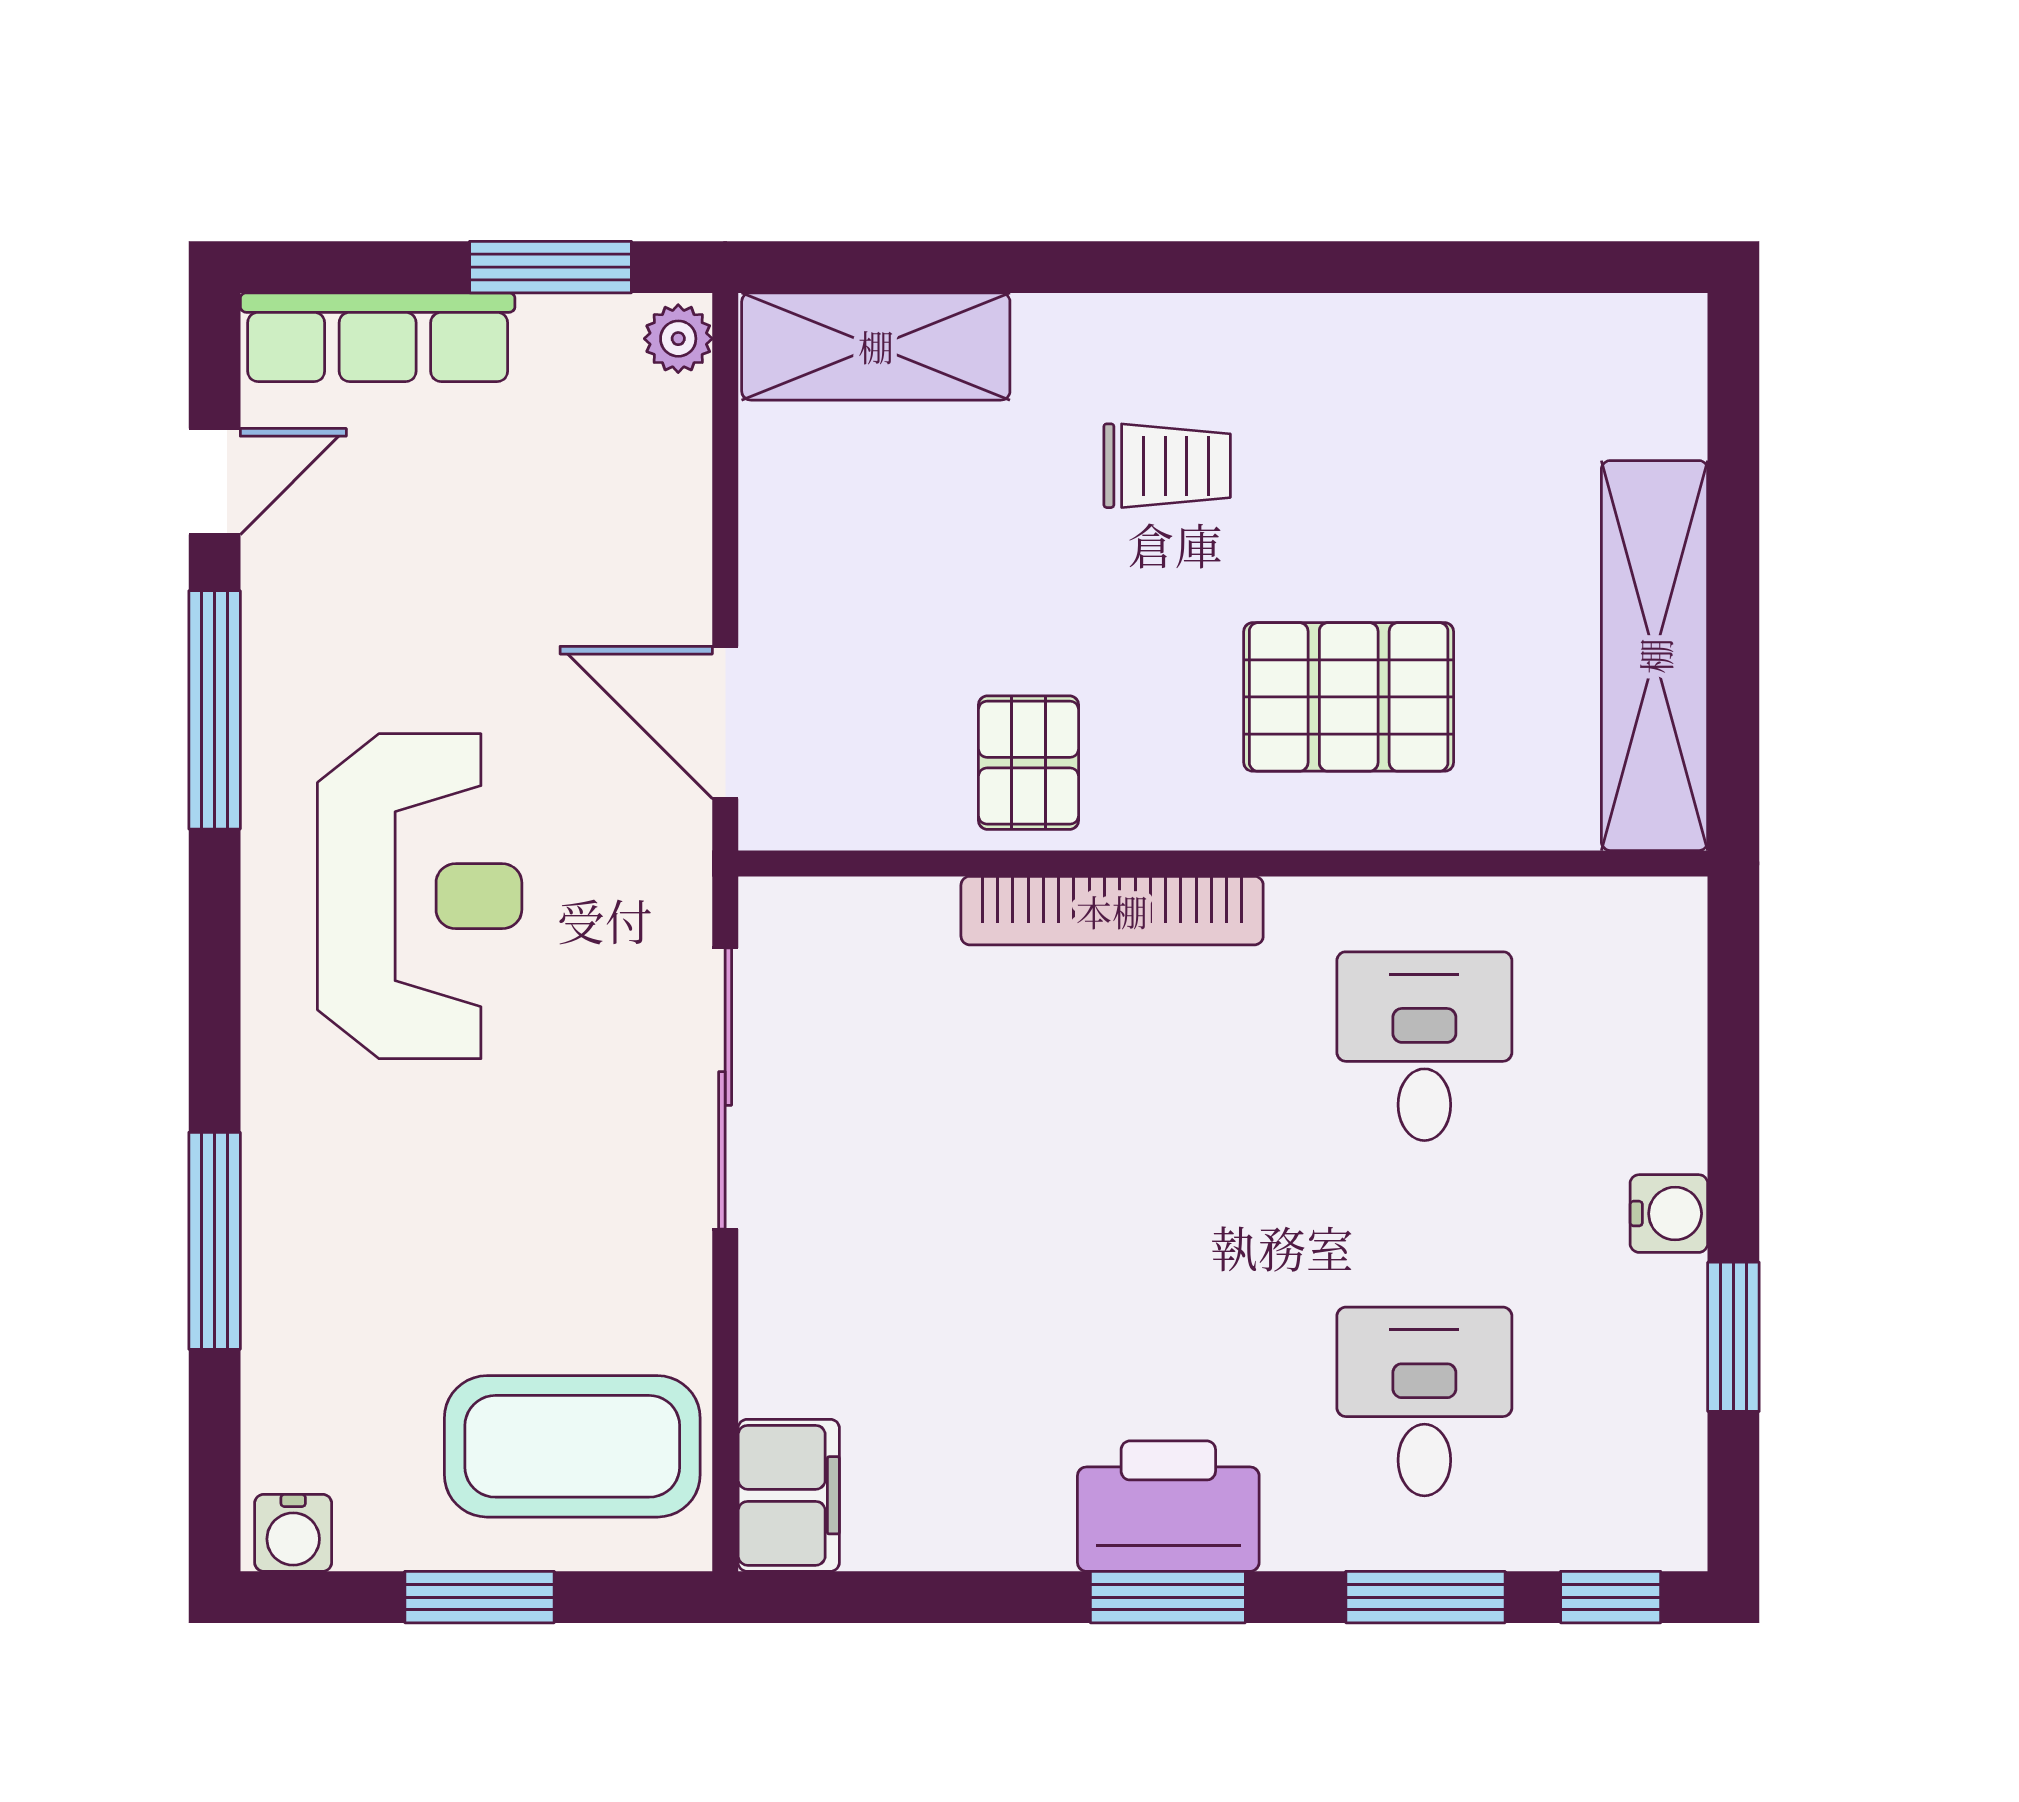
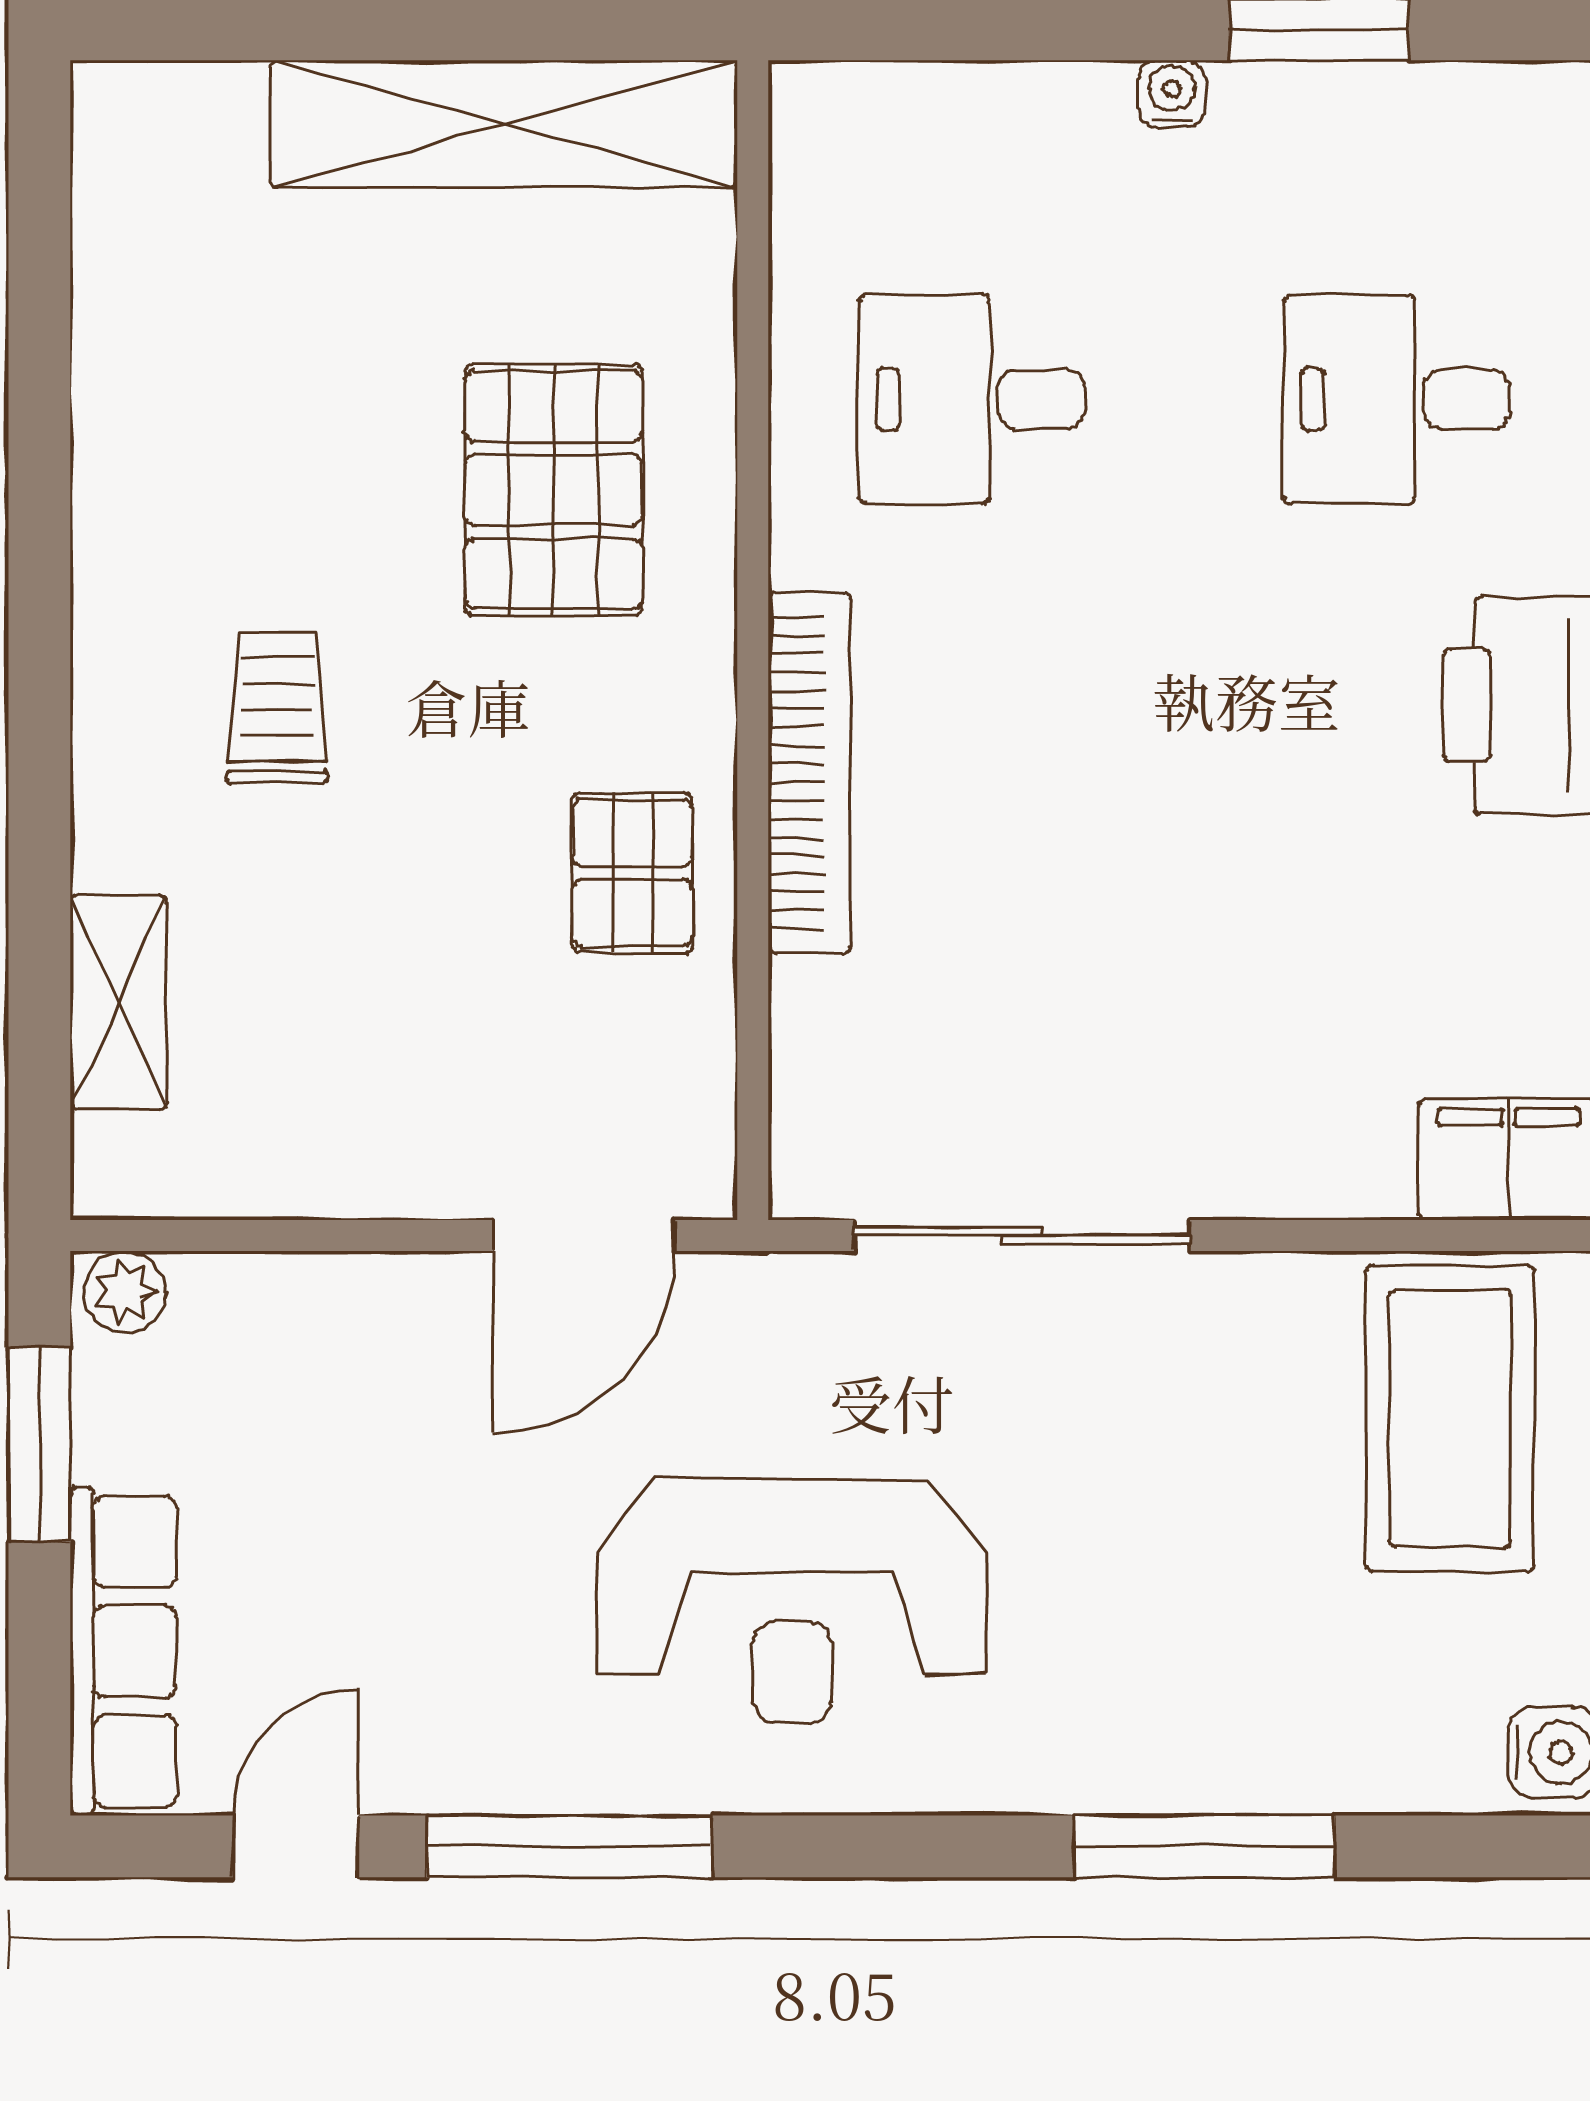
shelving: (876, 346) -> (118, 1002), width x0.67, depth x0.75
door: (215, 482) -> (296, 1846), hinge flipped
pallet: (1029, 763) -> (632, 873), turned 90
reception desk: (420, 896) -> (792, 1601), turned 180
water cooler: (1669, 1214) -> (1172, 94), width x0.72, depth x0.72

